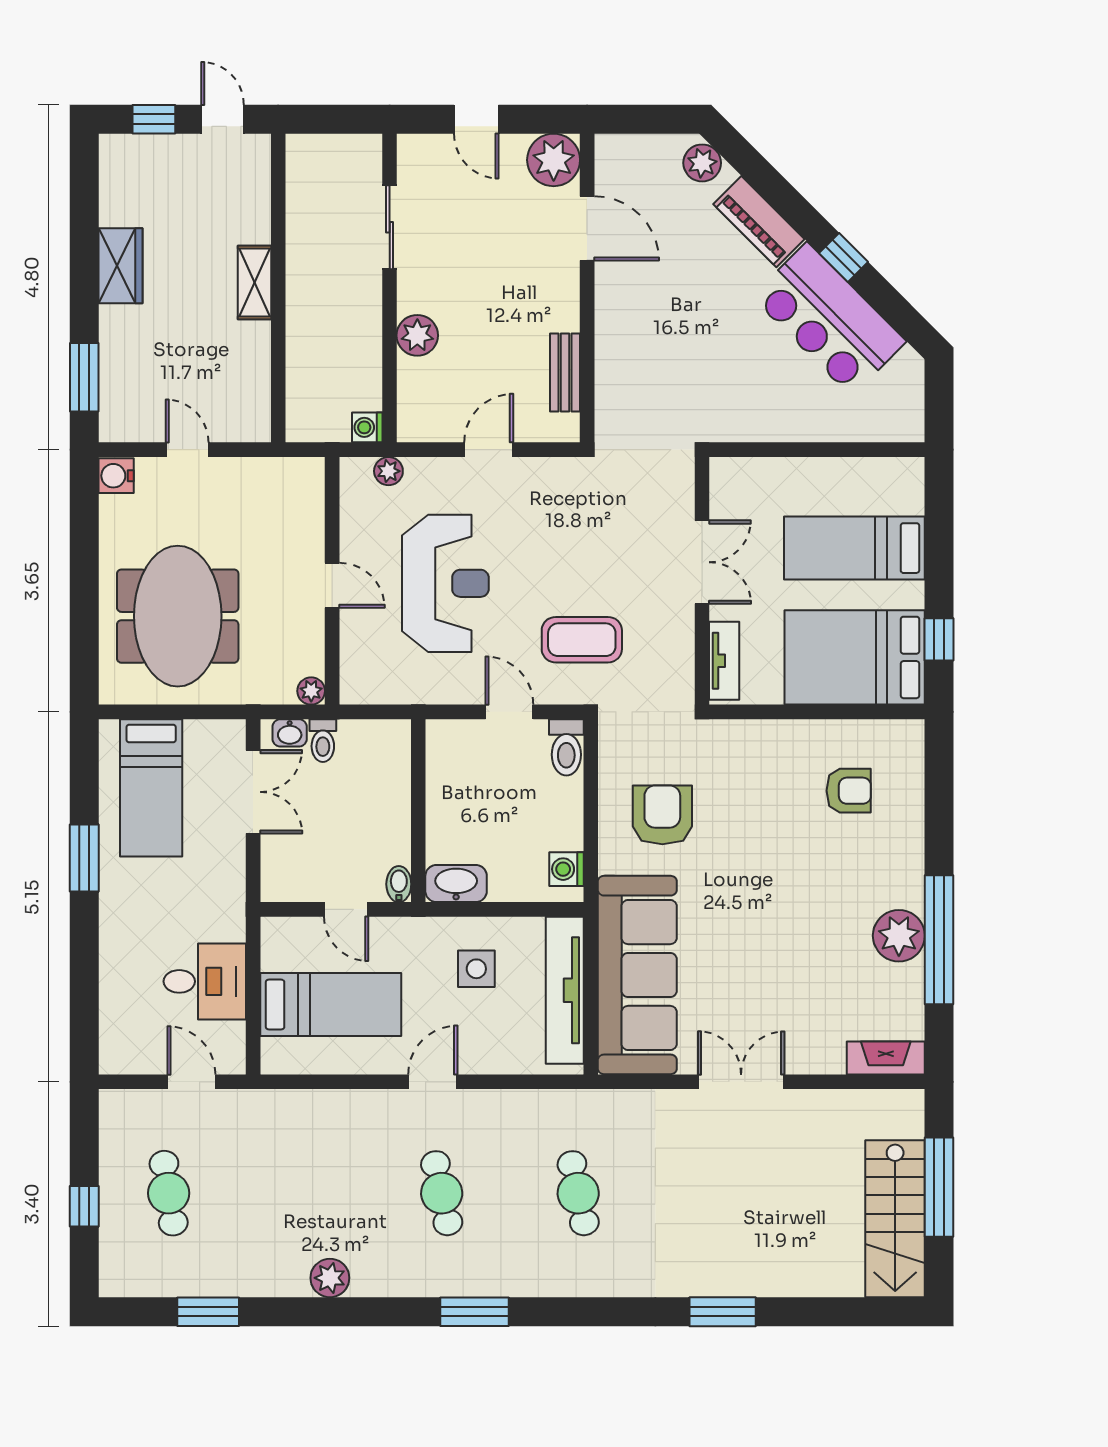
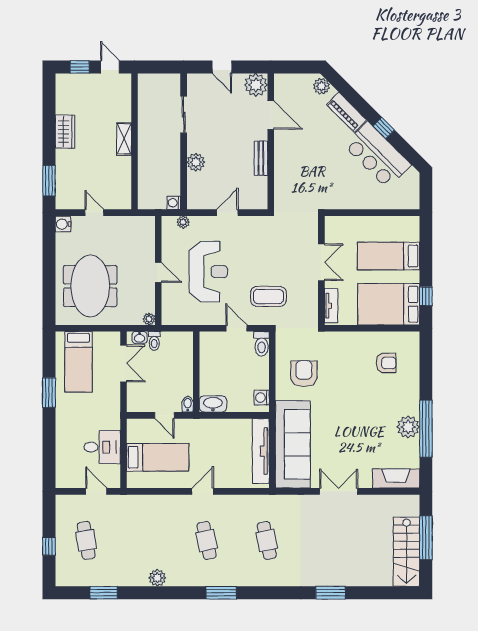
bench: (565, 372) -> (261, 158), moved
side table: (476, 969) -> (222, 442), removed
fireplace: (886, 1058) -> (396, 479), width x1.37, depth x1.32

